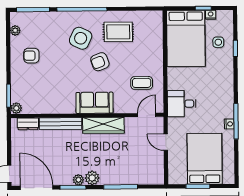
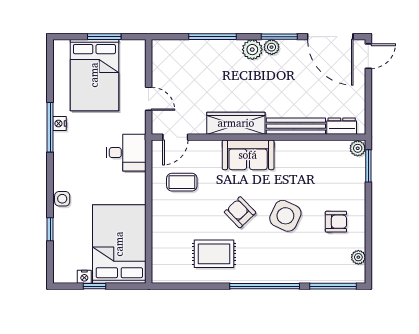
side table: (81, 38) -> (285, 216), moved
side table: (218, 42) -> (62, 199), moved
armchair: (100, 62) -> (240, 212), turned -113

